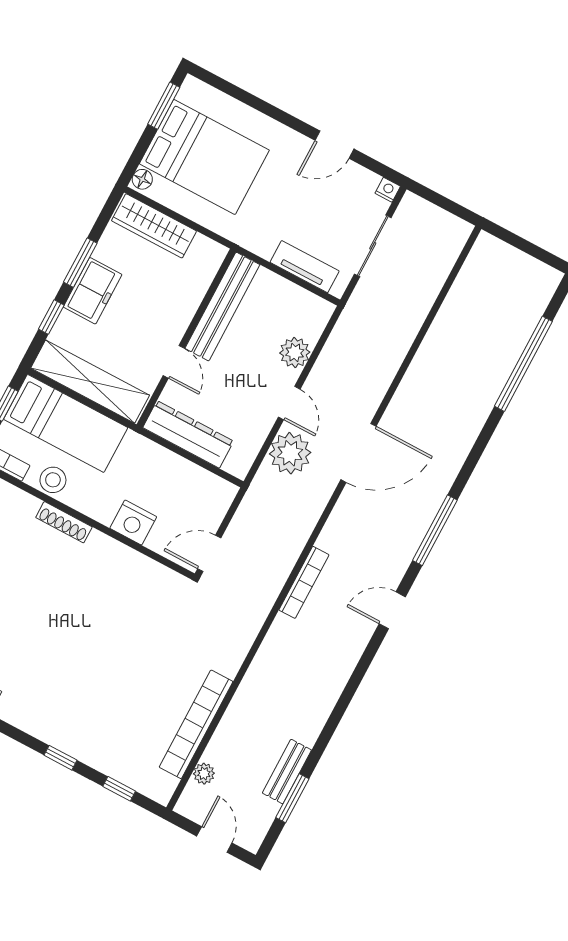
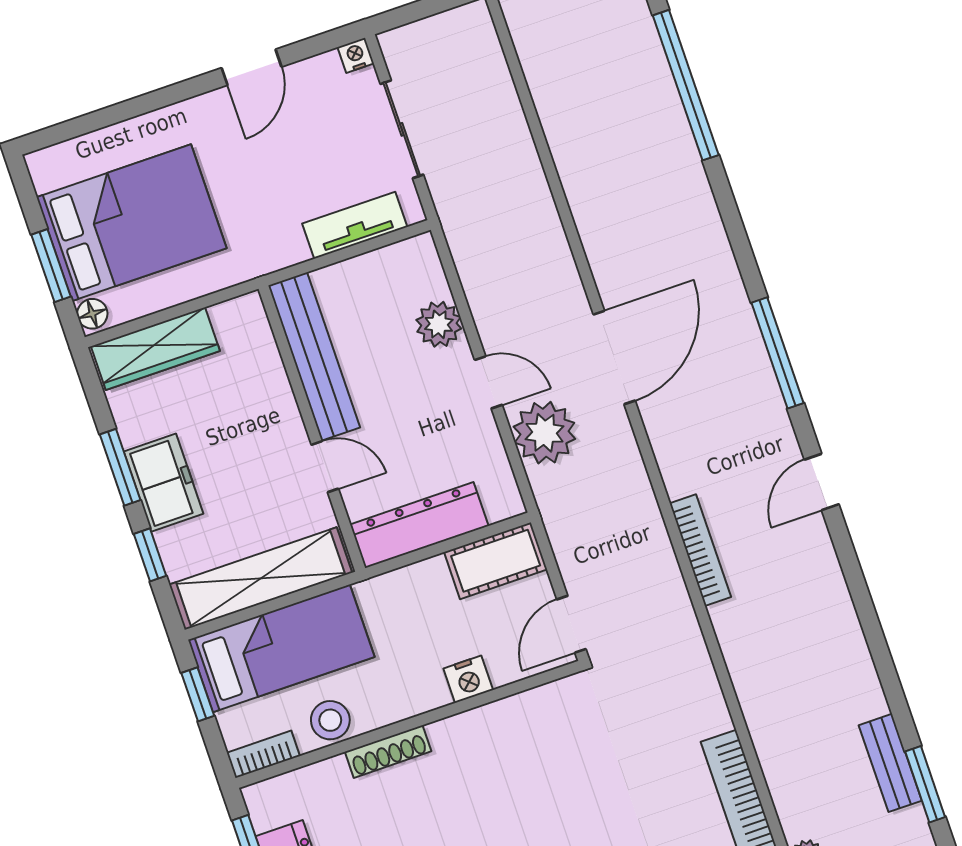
window: (164, 106) -> (51, 266), moved
cot: (206, 488) -> (496, 561), added
nightstand: (133, 522) -> (468, 679), width x0.74, depth x0.75

